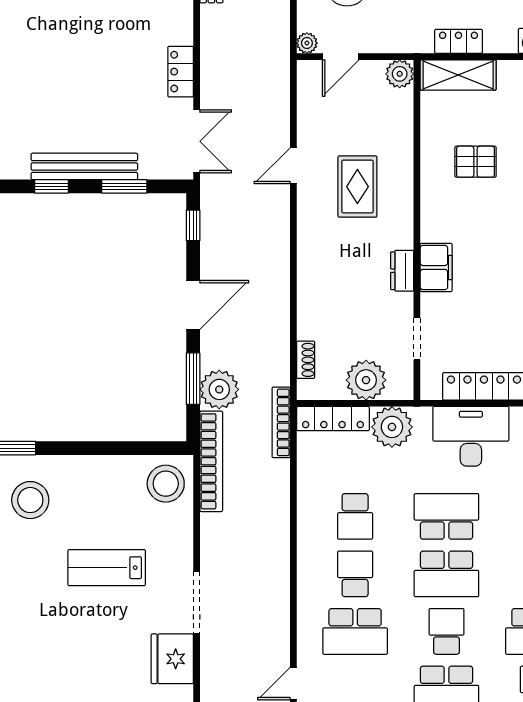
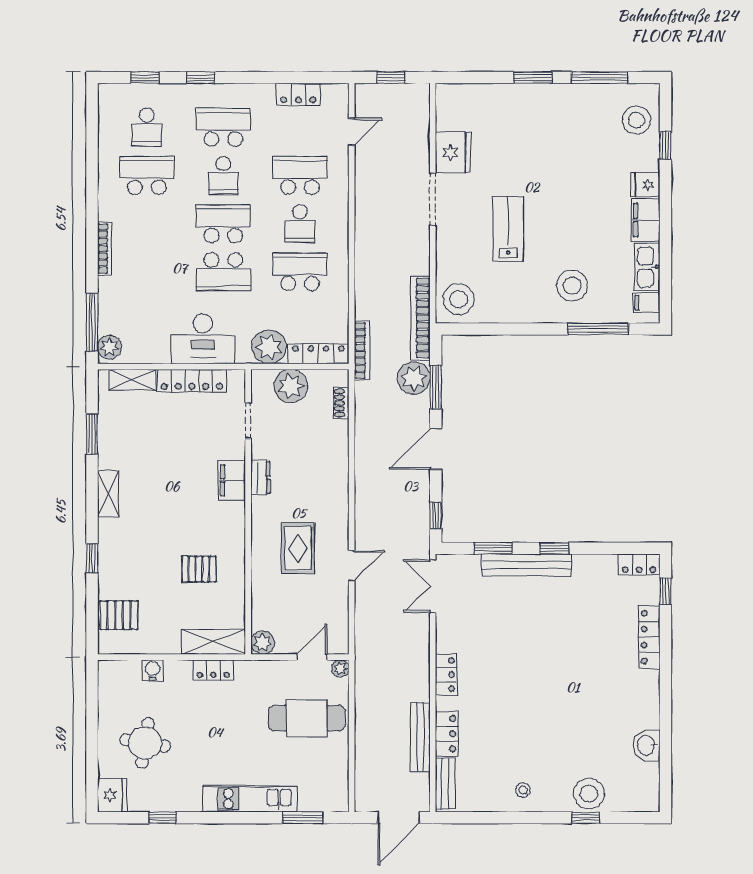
locker: (181, 72) -> (446, 675), moved
school desk: (355, 516) -> (300, 272), width x1.85
lab bench: (107, 568) -> (508, 229), turned -90

